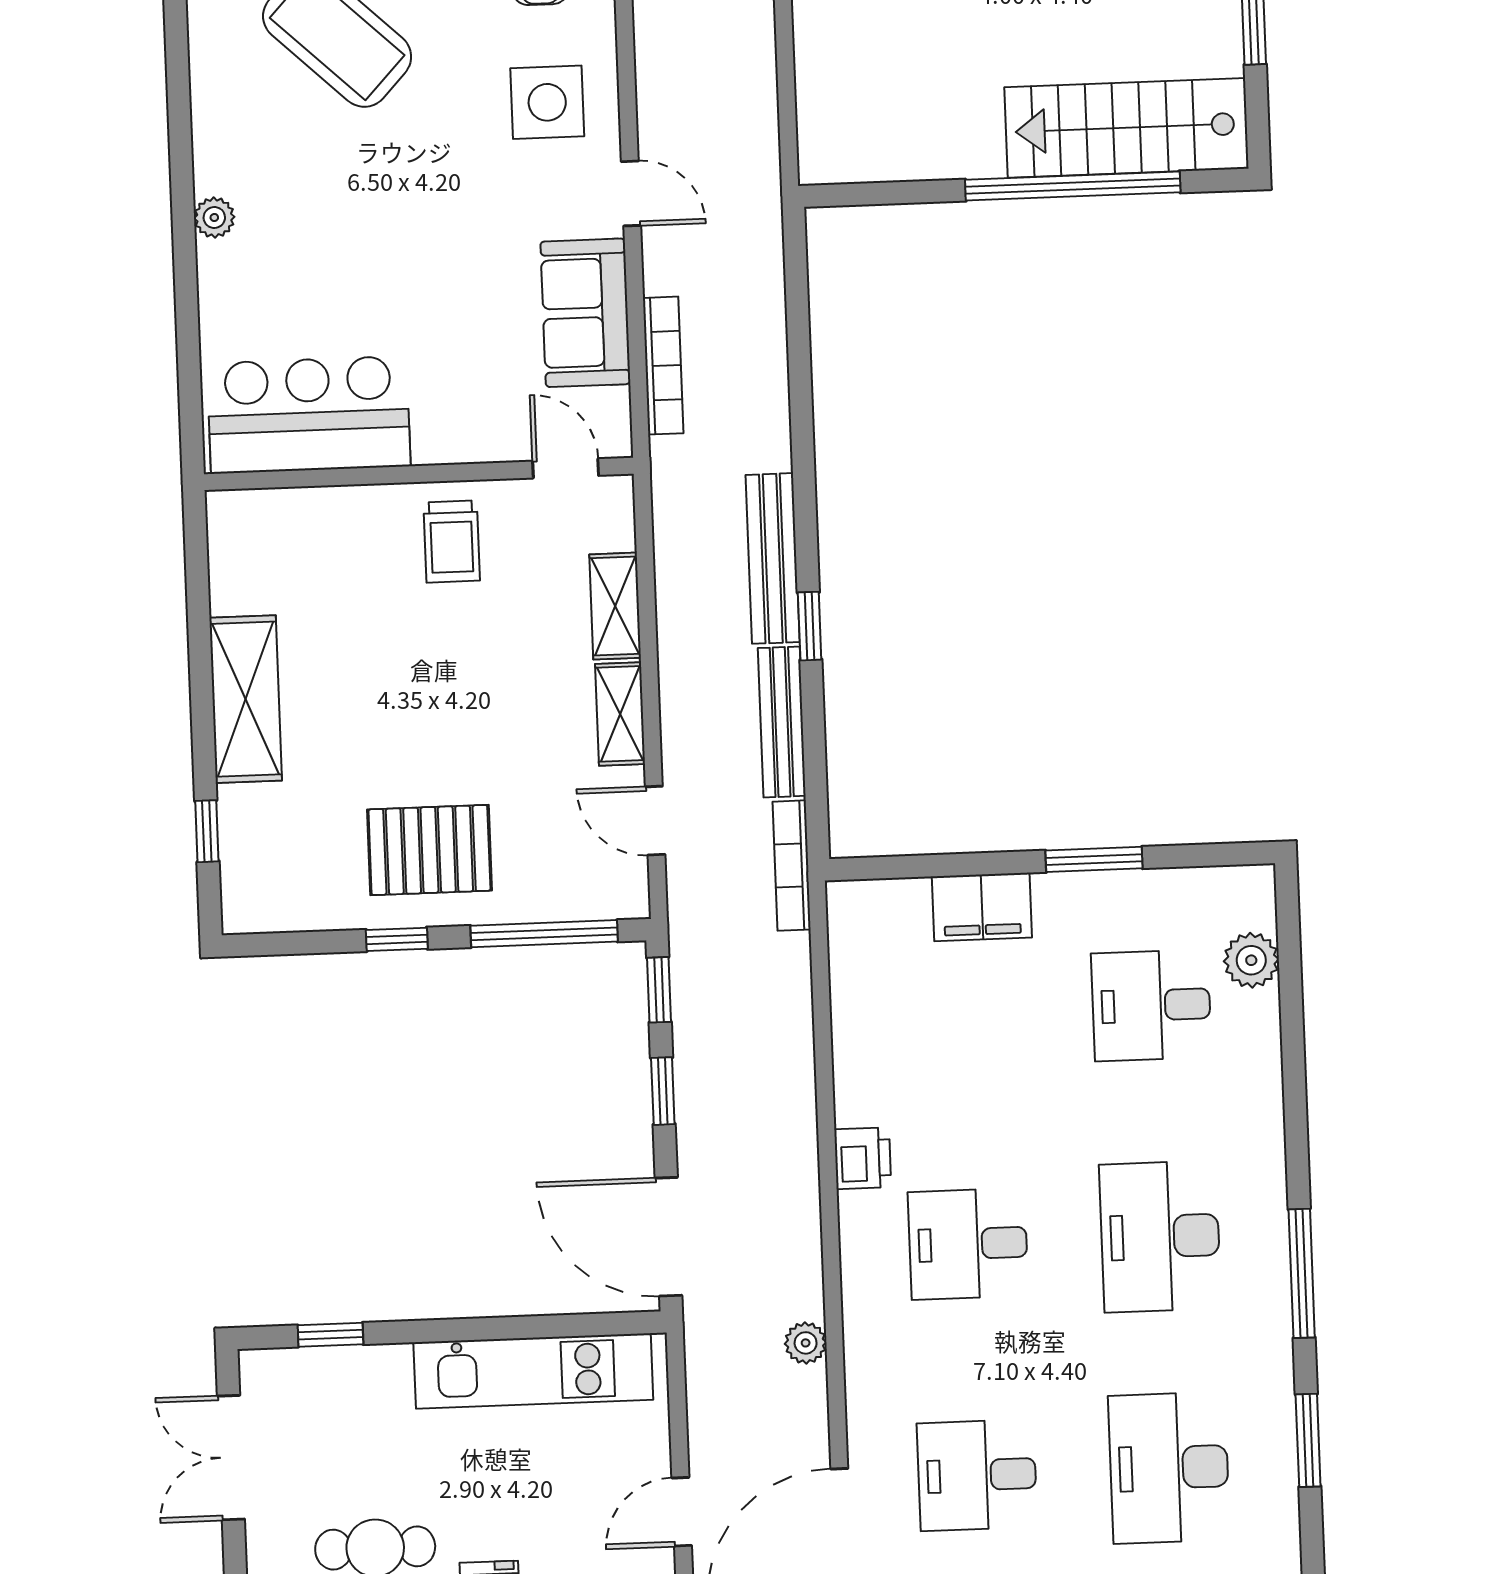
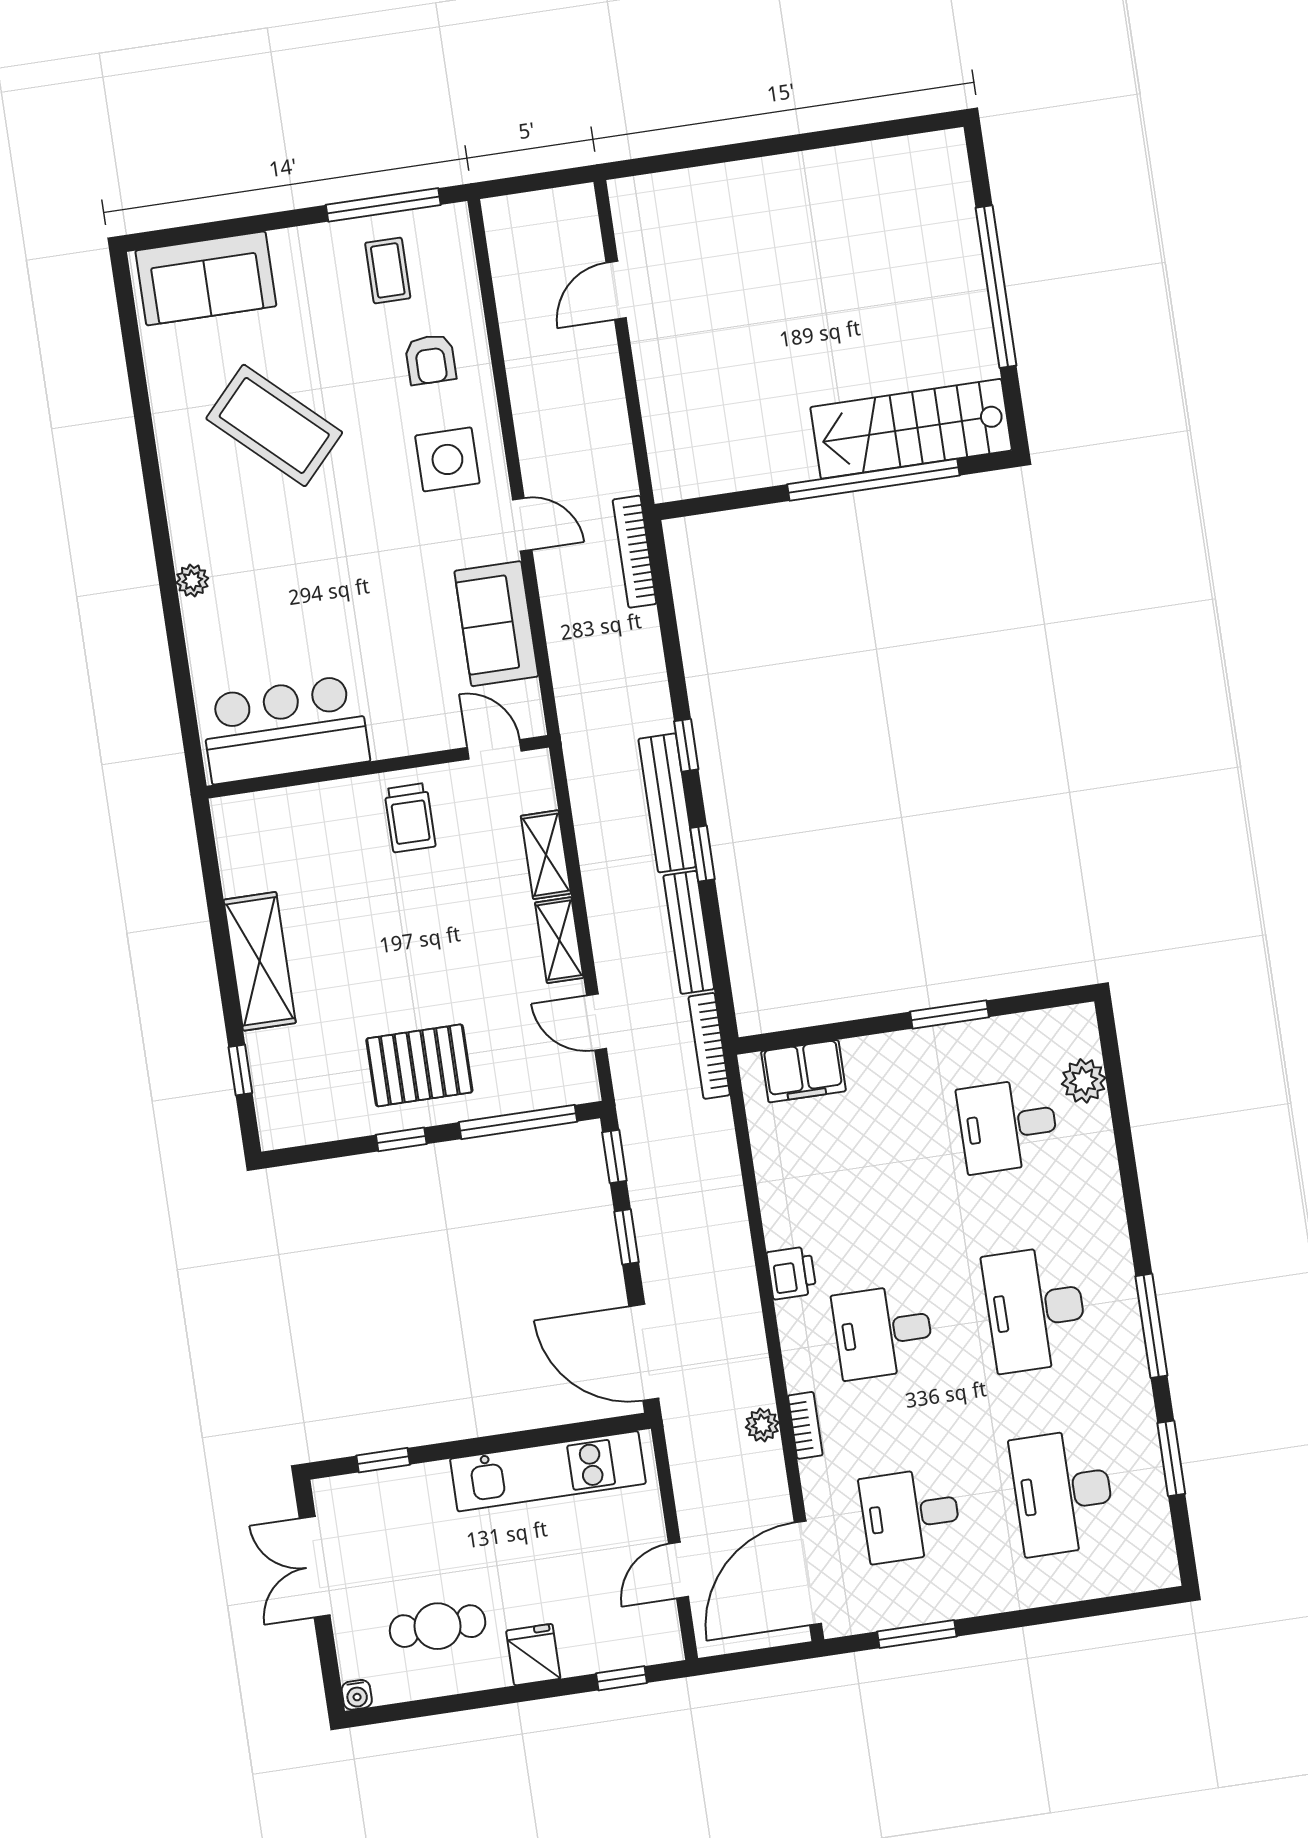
bookcase: (663, 366) -> (635, 552), moved, turned 180
window: (804, 490) -> (686, 745), added
filing cabinet: (982, 907) -> (803, 1071), moved
bookcase: (859, 1349) -> (805, 1425), added

